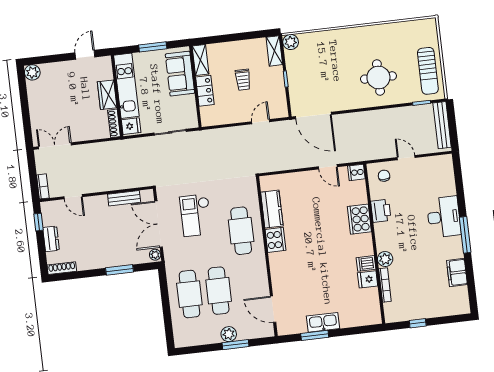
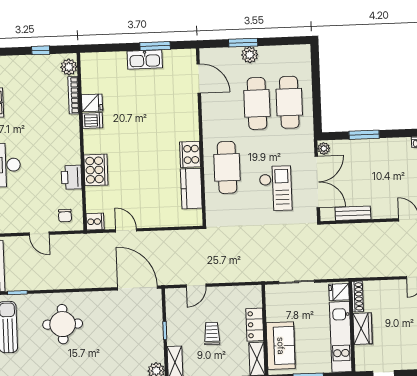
plant: (385, 259) -> (69, 67), moved

